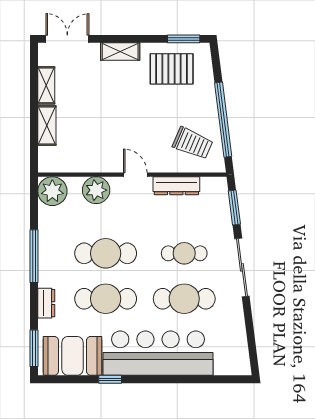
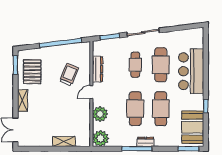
shelving: (46, 85) -> (41, 142), removed
trolley: (193, 143) -> (69, 75), moved
dresser: (46, 303) -> (146, 142), moved
bar counter: (158, 353) -> (191, 71), width x0.73

